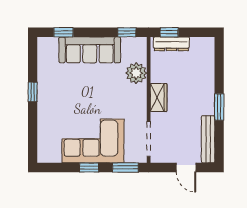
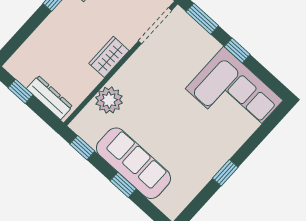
window: (64, 32) -> (123, 185), moved
window: (169, 32) -> (20, 91), moved
corner sofa: (93, 141) -> (234, 94), moved

